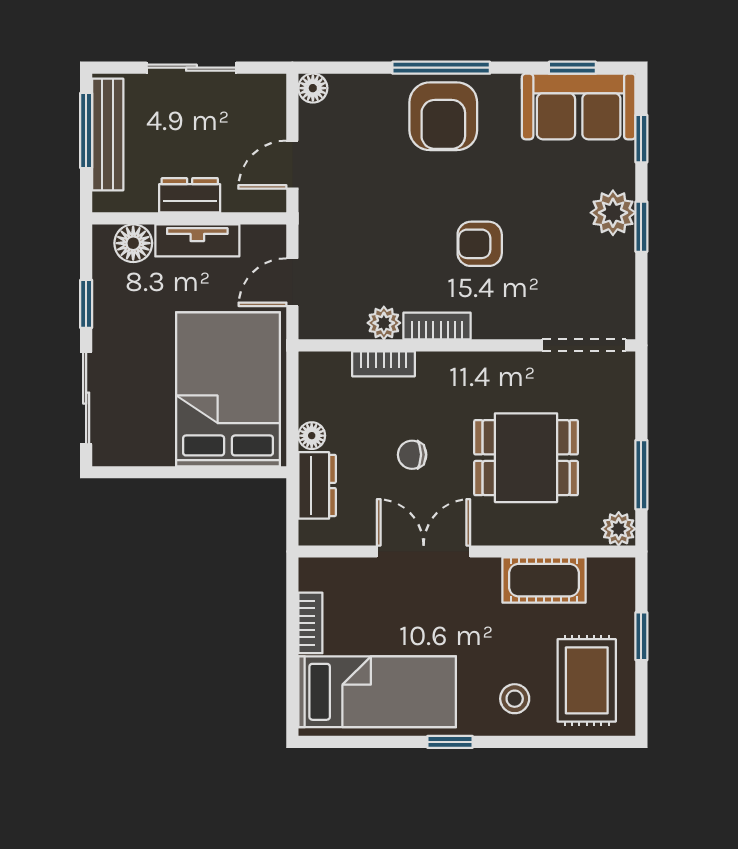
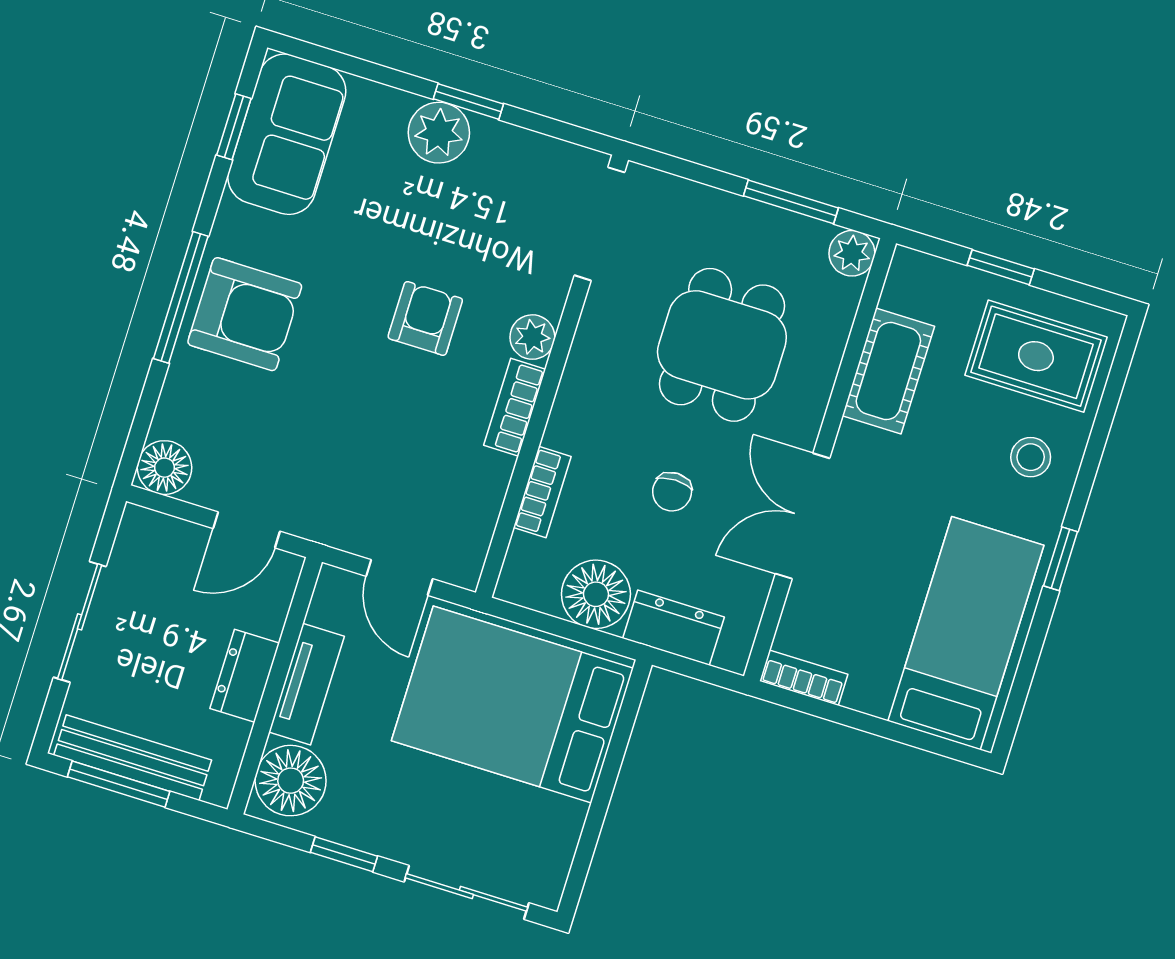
floor lamp: (313, 88) -> (165, 468), width x1.37, depth x1.37
window: (641, 139) -> (354, 66), removed
door: (292, 165) -> (247, 530), hinge flipped
floor lamp: (133, 243) -> (291, 781), width x1.38, depth x1.38
armchair: (480, 244) -> (425, 318), turned 180
plant: (384, 323) -> (532, 337), moved
floor lamp: (312, 436) -> (596, 594), width x1.89, depth x1.89
bookcase: (310, 623) -> (804, 678), moved

